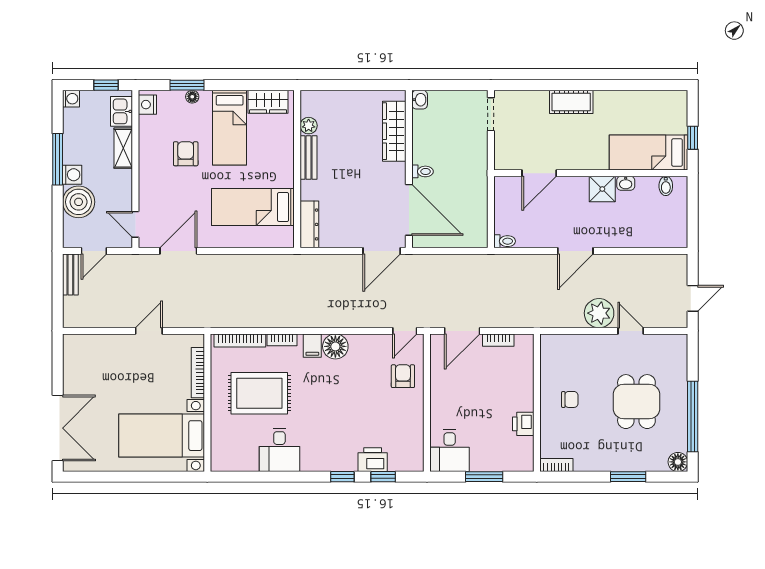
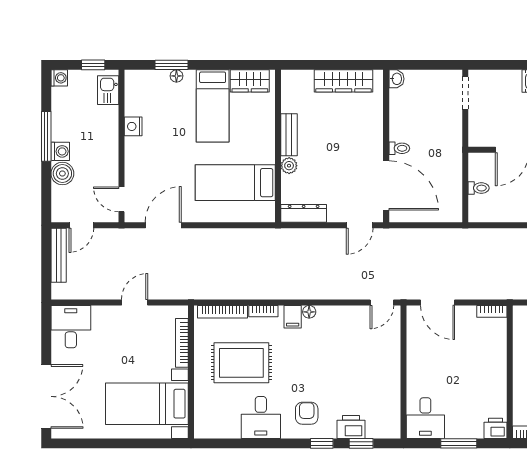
nightstand: (147, 105) -> (133, 126), moved
plant: (309, 126) -> (289, 166), moved
wardrobe: (394, 131) -> (344, 81), moved, turned -90
shelving: (123, 148) -> (110, 126), removed
armchair: (186, 154) -> (170, 131), removed
boiler: (79, 202) -> (62, 174), width x0.73, depth x0.73
dresser: (309, 224) -> (304, 213), moved, turned -90
toilet: (505, 241) -> (479, 188), moved
door: (382, 251) -> (360, 225), width x0.73
bench: (70, 275) -> (59, 255), width x1.36
door: (462, 331) -> (438, 302), hinge flipped
bookcase: (498, 340) -> (492, 311), moved
floor lamp: (335, 346) -> (309, 312), width x0.53, depth x0.53
desk: (83, 356) -> (71, 327), added
armchair: (403, 376) -> (307, 413), moved
printer: (523, 424) -> (496, 428), moved, turned 90

